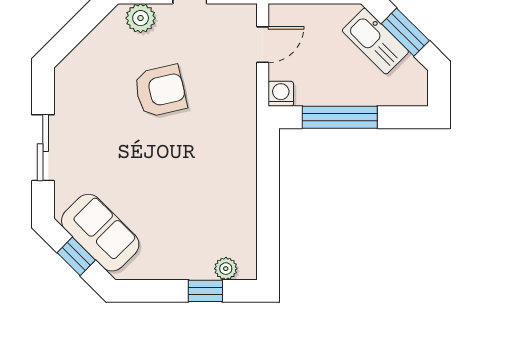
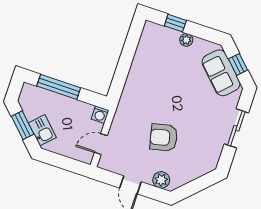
kitchen sink: (375, 41) -> (42, 130), width x0.73
window: (340, 117) -> (59, 87), moved
plant: (226, 269) -> (186, 40), moved

